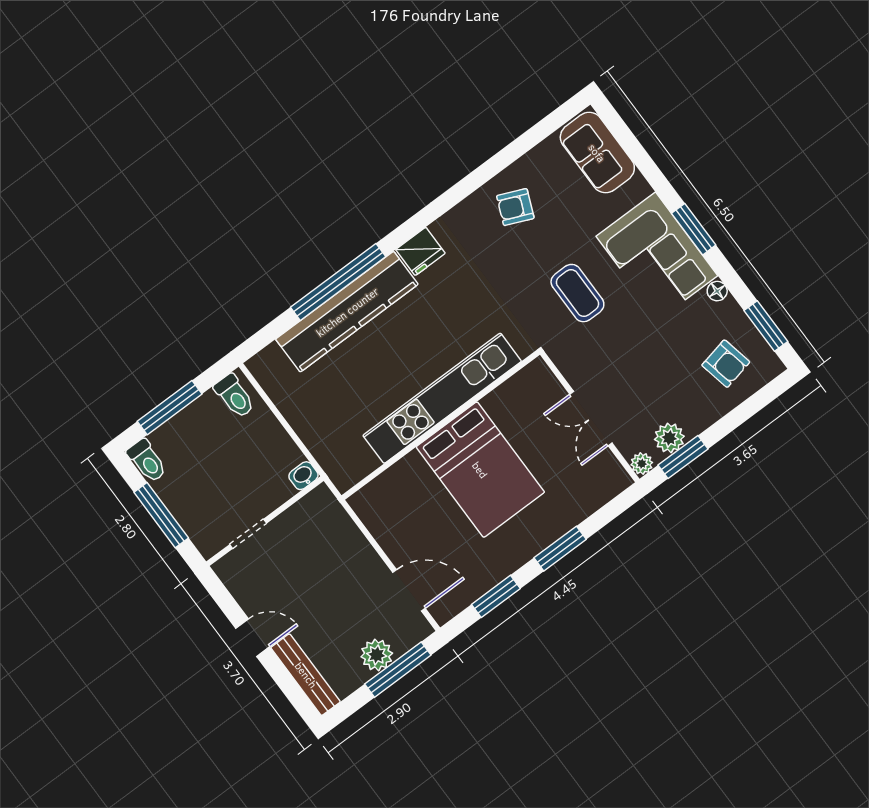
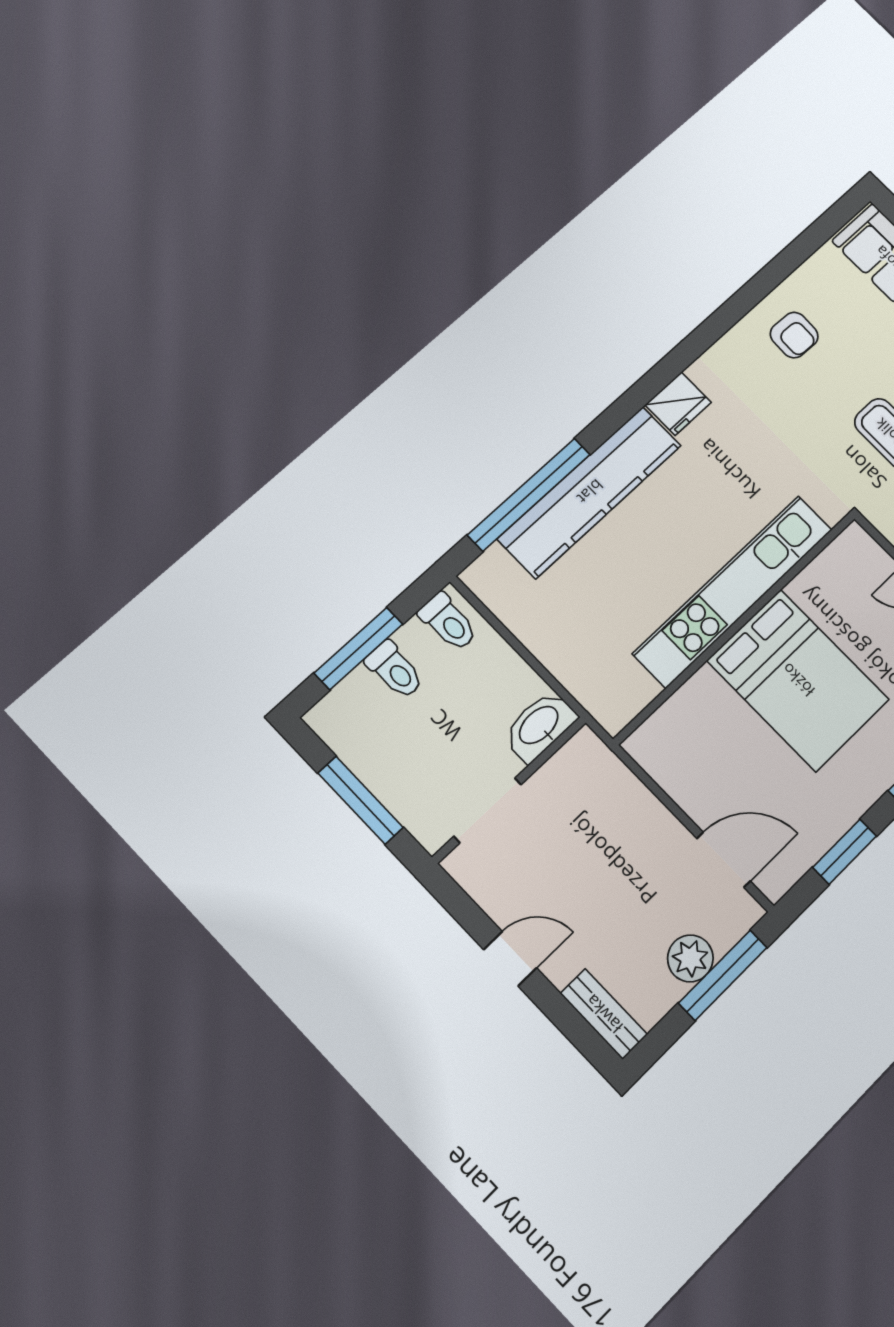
armchair: (515, 207) -> (794, 335), turned -111
window: (338, 282) -> (529, 494), moved
toilet: (147, 461) -> (395, 670), moved
washbasin: (303, 476) -> (540, 726), width x1.91, depth x1.45
doorway: (248, 534) -> (488, 810), width x1.38
bench: (306, 675) -> (604, 1014), width x0.73

